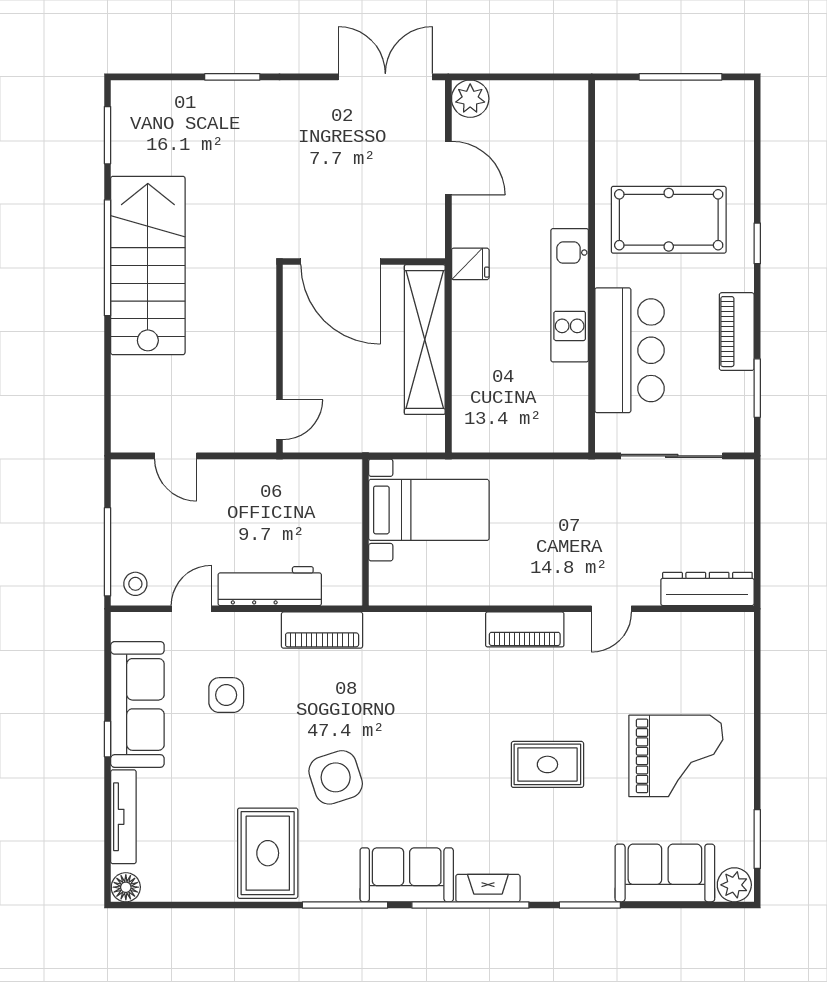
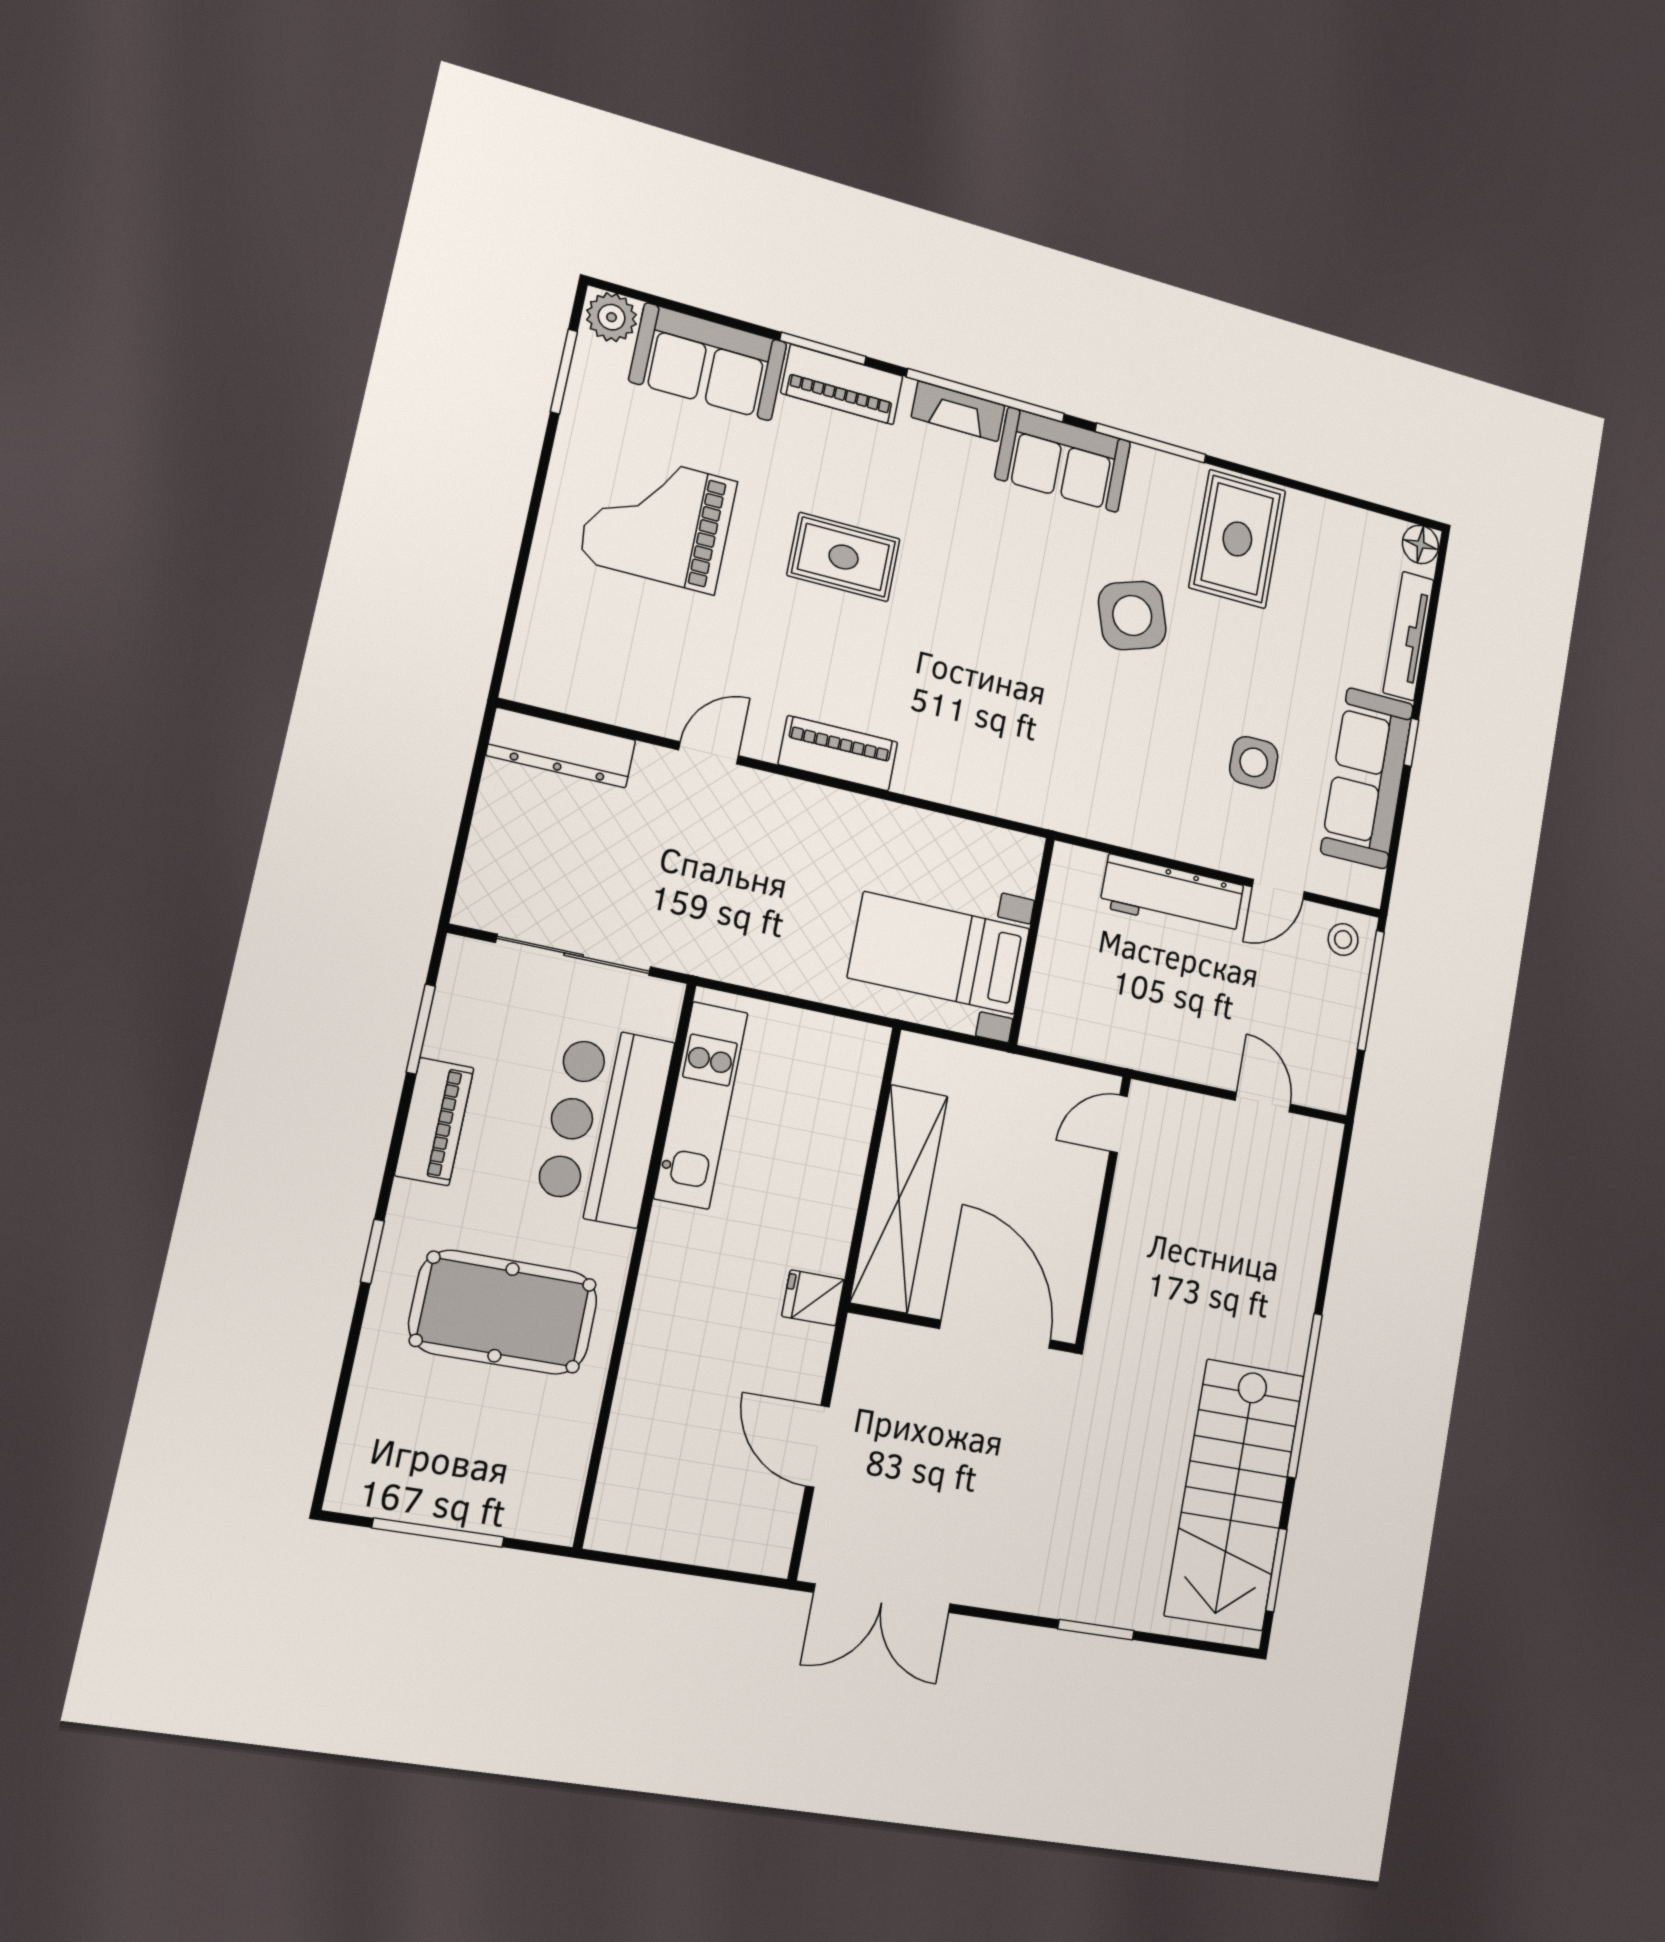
plant: (470, 99) -> (765, 1546), removed
stairs: (148, 265) -> (1235, 1495), moved
kitchen unit: (570, 295) -> (701, 1105), moved
piano: (322, 630) -> (842, 385), moved, turned 180

